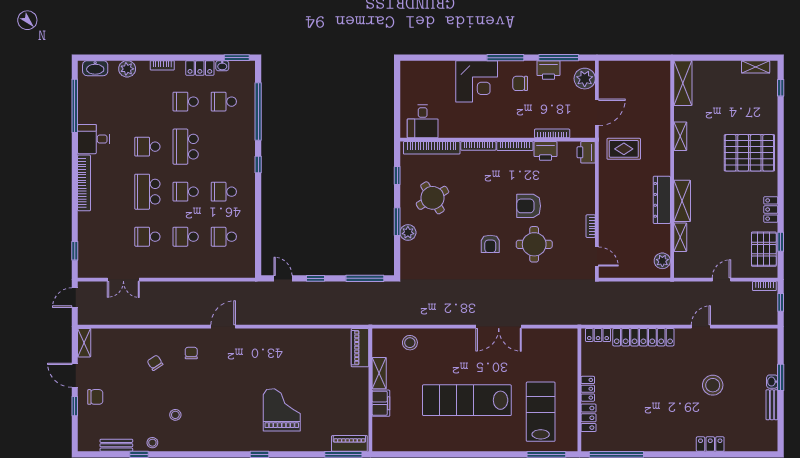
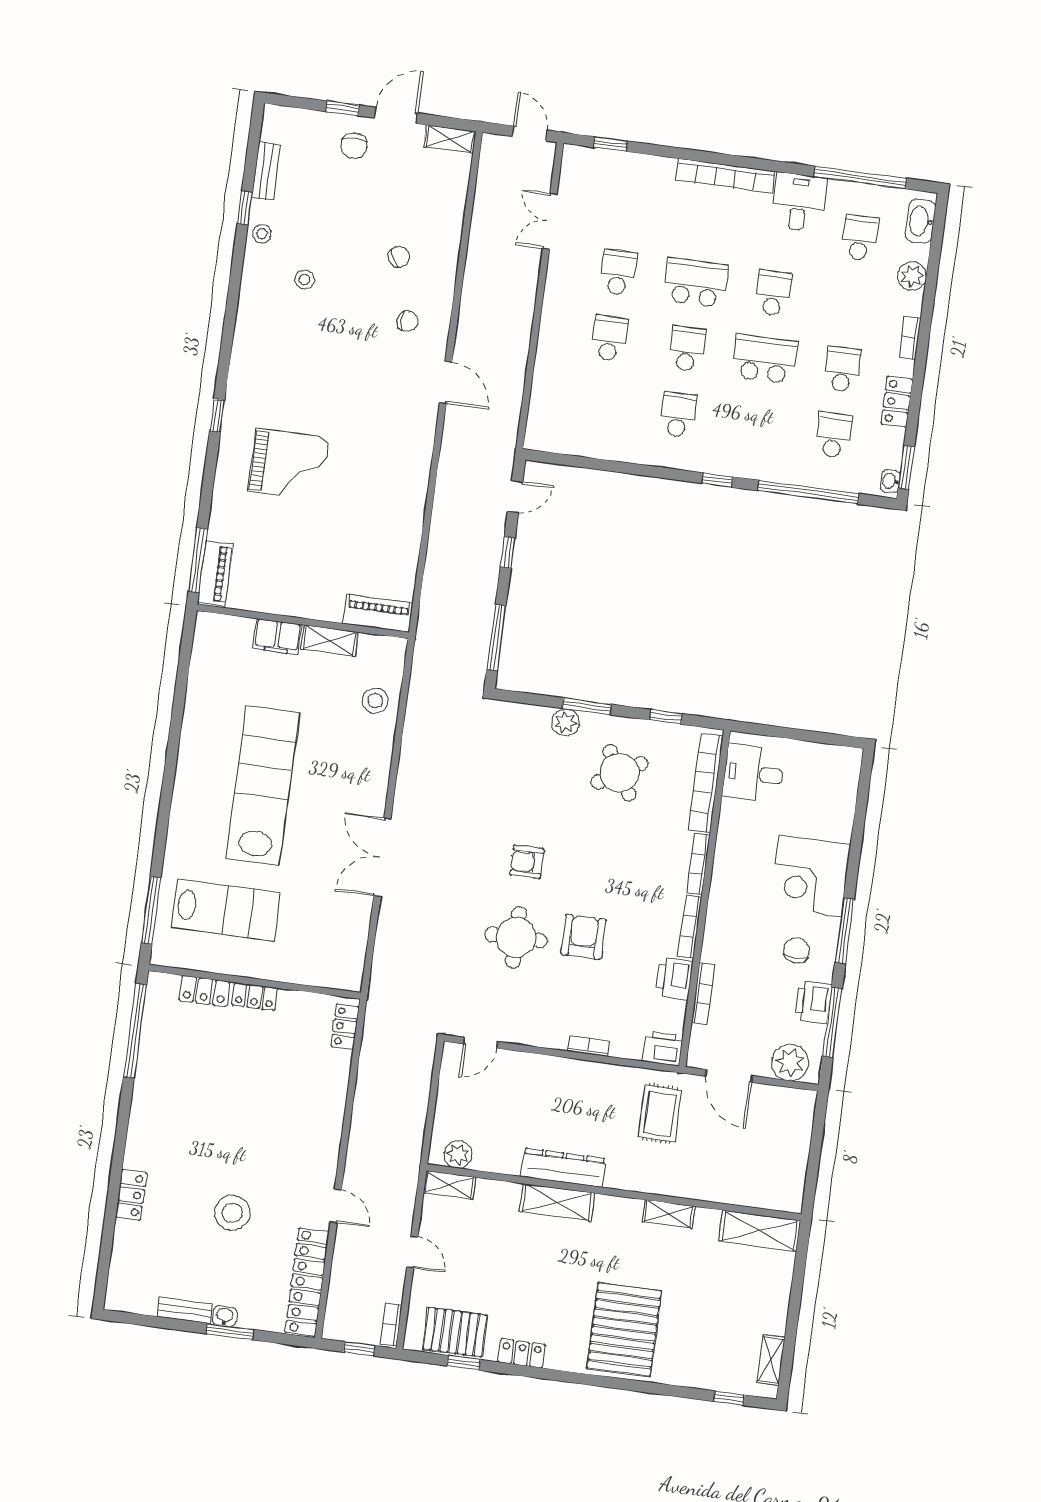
washbasin: (222, 66) -> (890, 481), moved
bookcase: (591, 226) -> (588, 1046), moved
school desk: (224, 237) -> (860, 238), moved
shelving: (680, 237) -> (449, 1185), moved
locker: (643, 337) -> (307, 1282), moved

